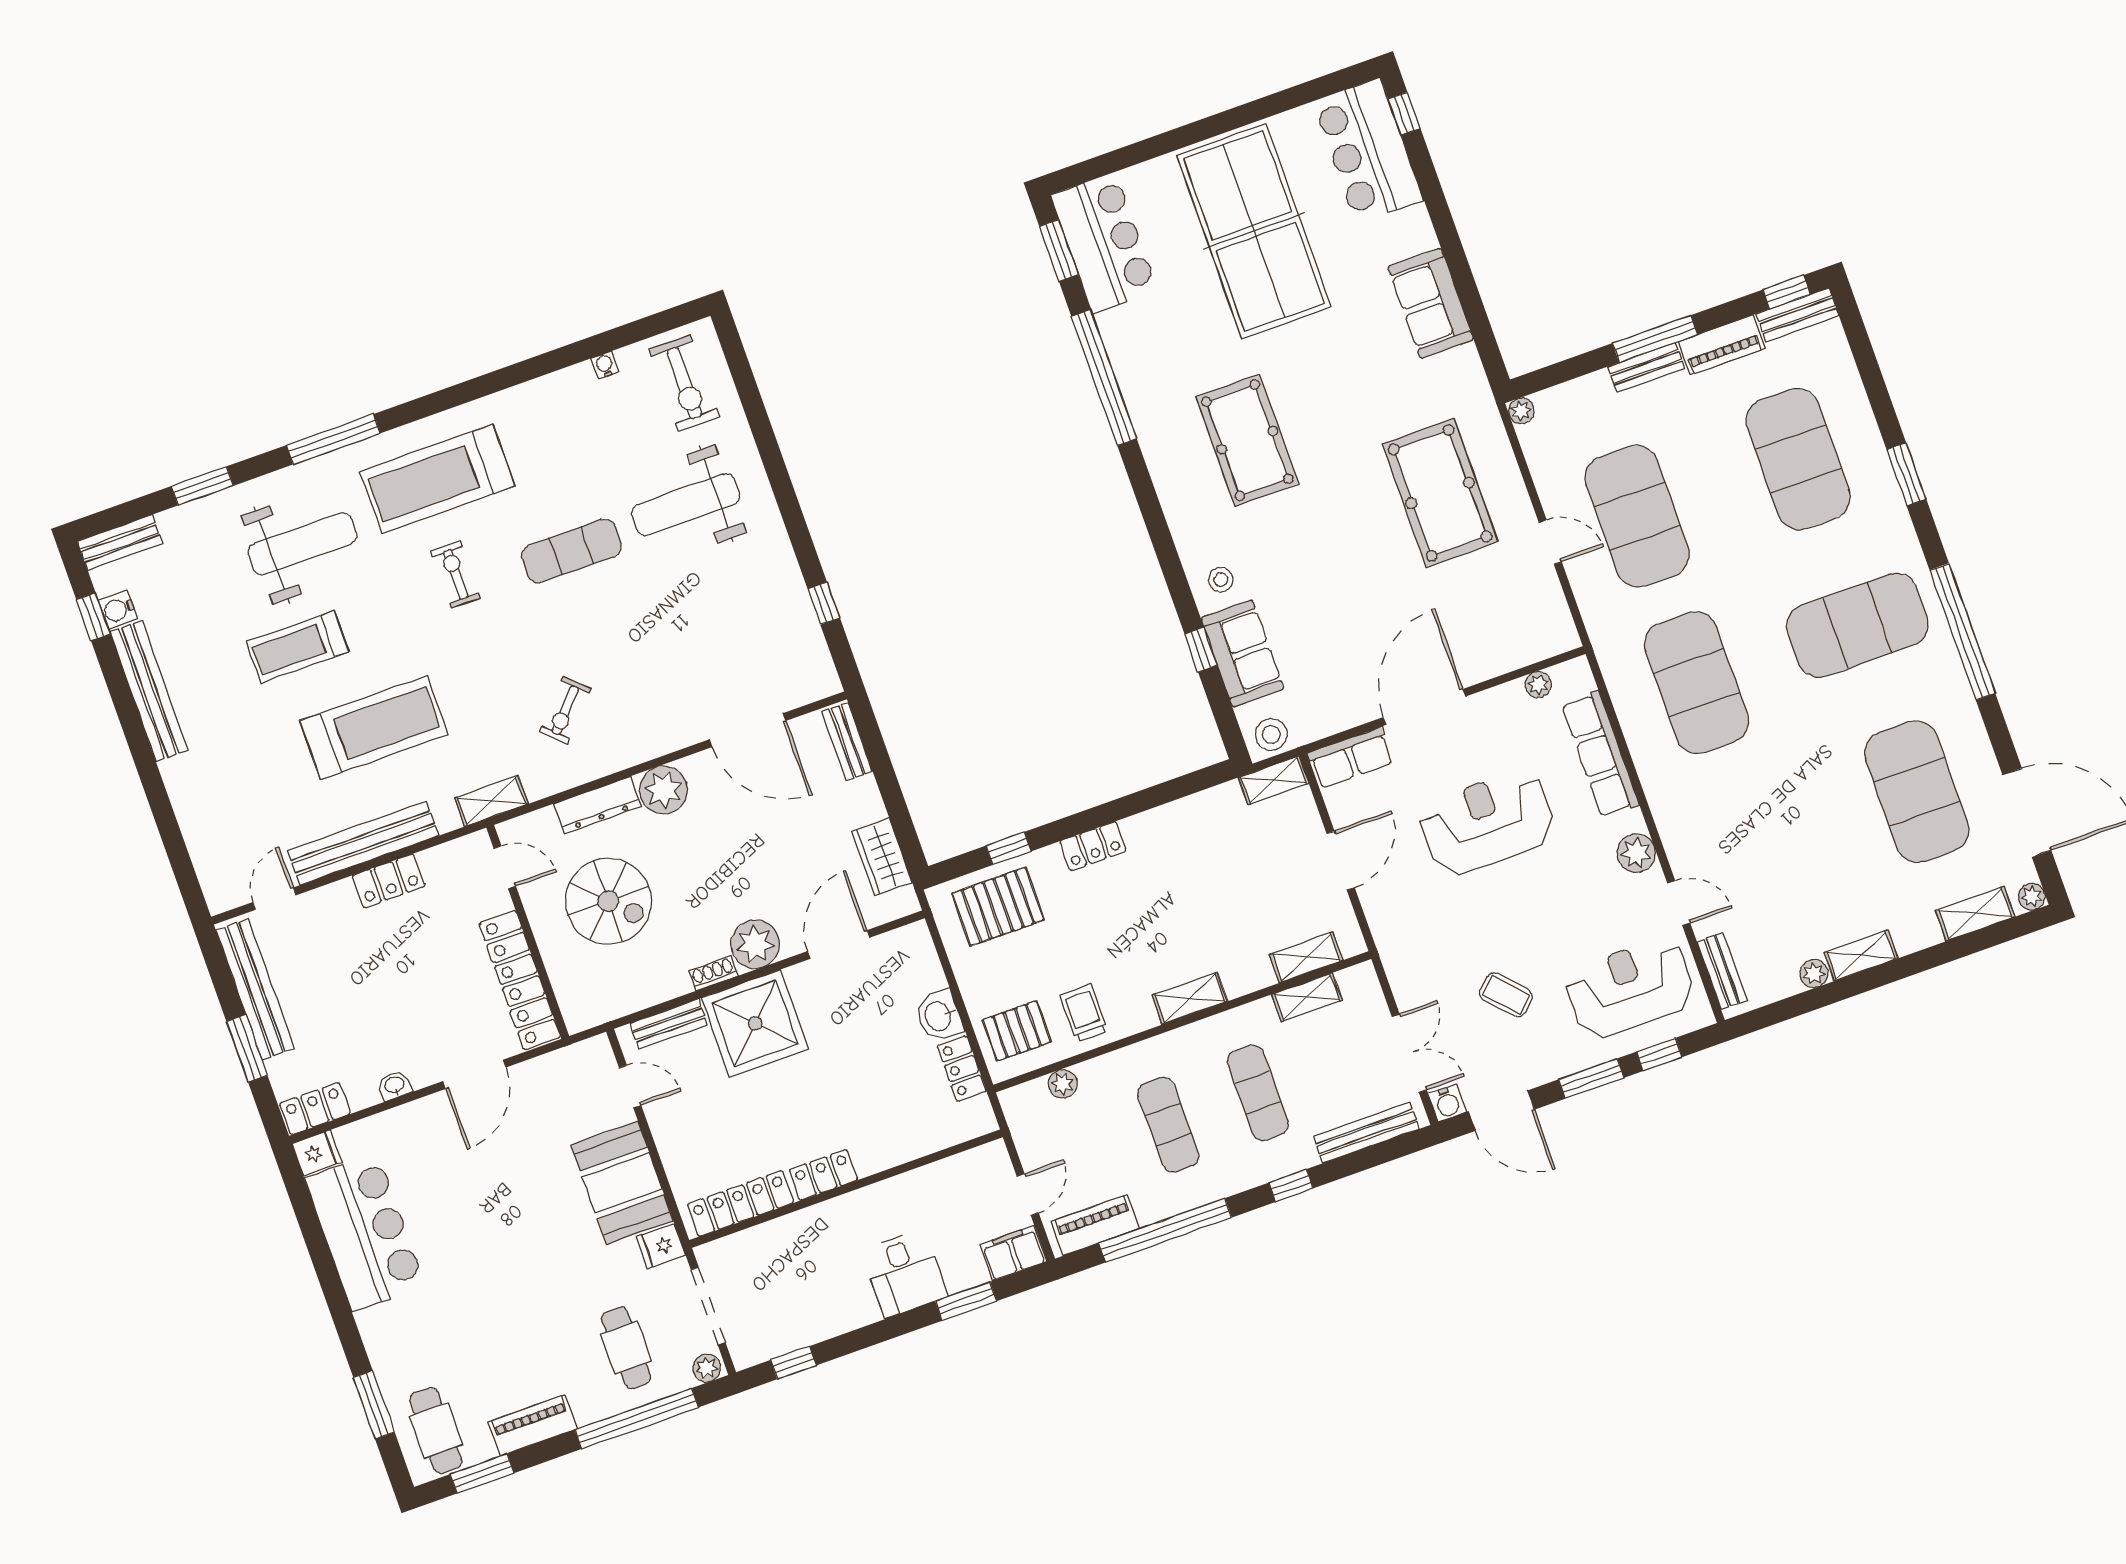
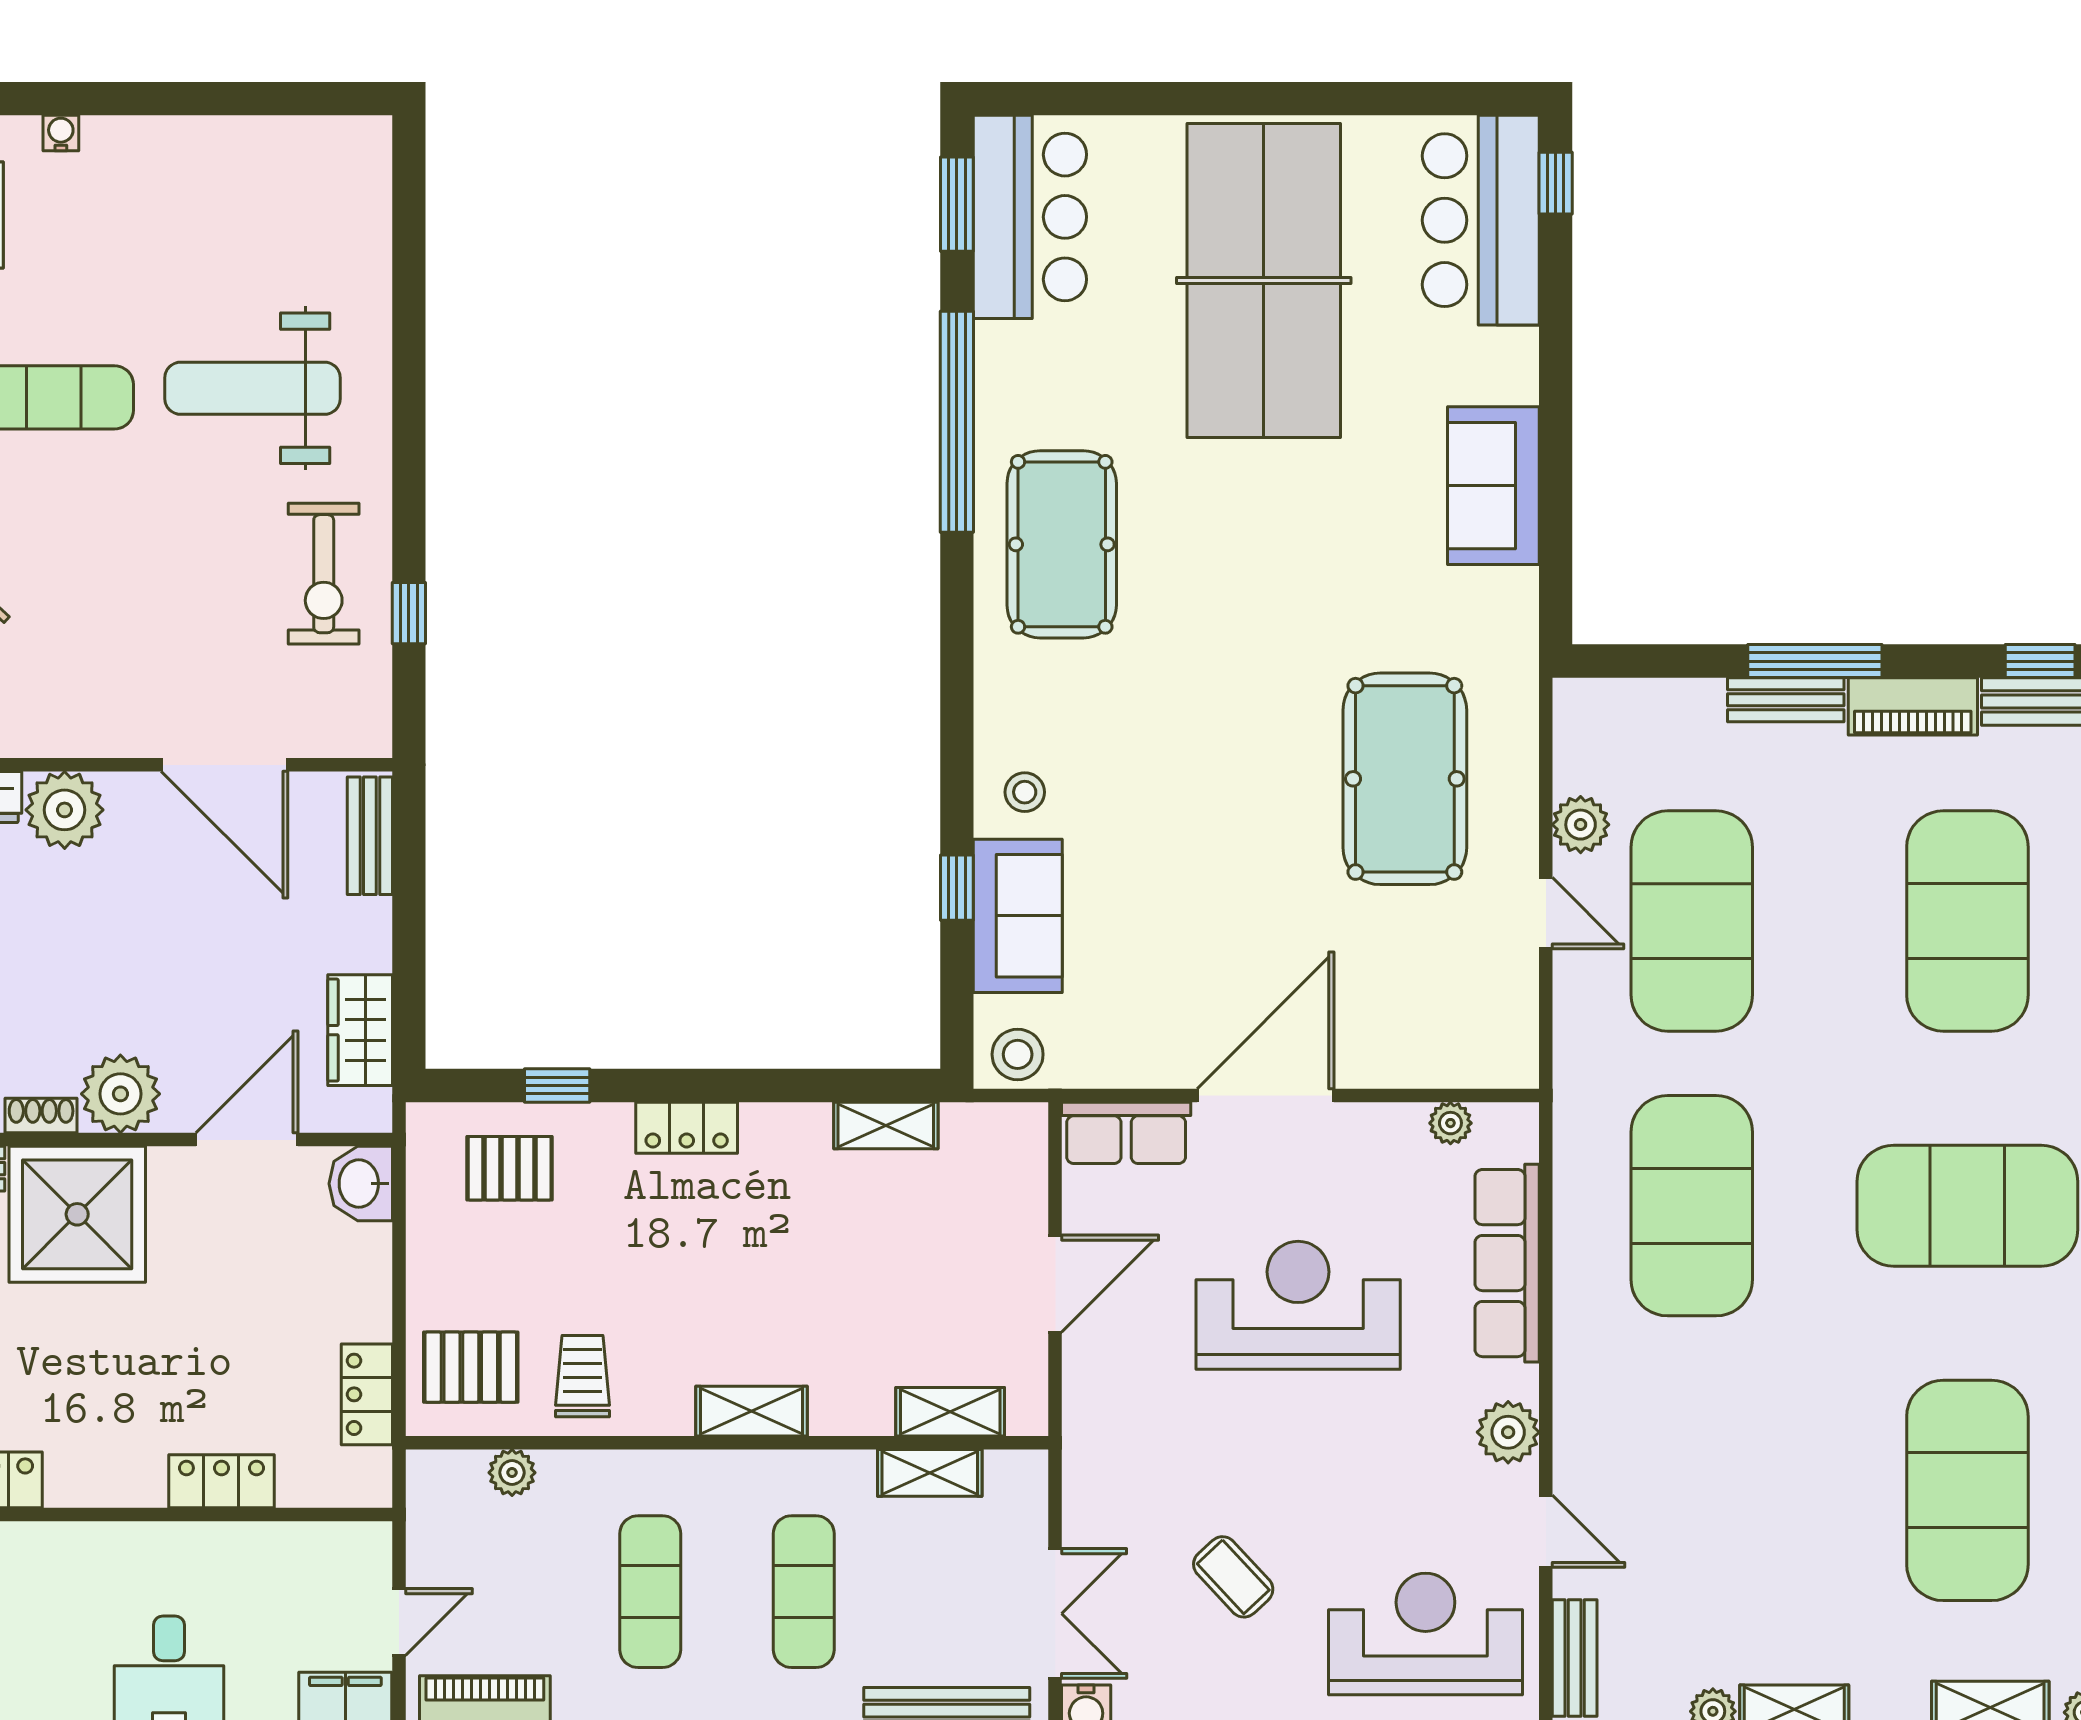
water cooler: (605, 365) -> (61, 133), moved
exercise bike: (684, 383) -> (324, 574), moved
plant: (1521, 411) -> (1581, 825), moved, width x1.38, depth x1.38
pool table: (1247, 440) -> (1062, 544), moved
shelving: (1274, 780) -> (886, 1125), moved
pallet: (998, 907) -> (510, 1168), width x0.67, depth x0.71
washbasin: (939, 1016) -> (361, 1184), moved
locker: (823, 1175) -> (221, 1481), moved

